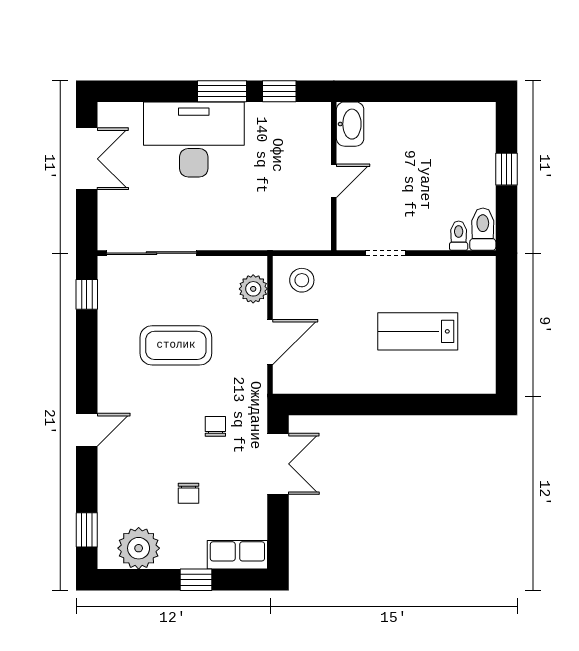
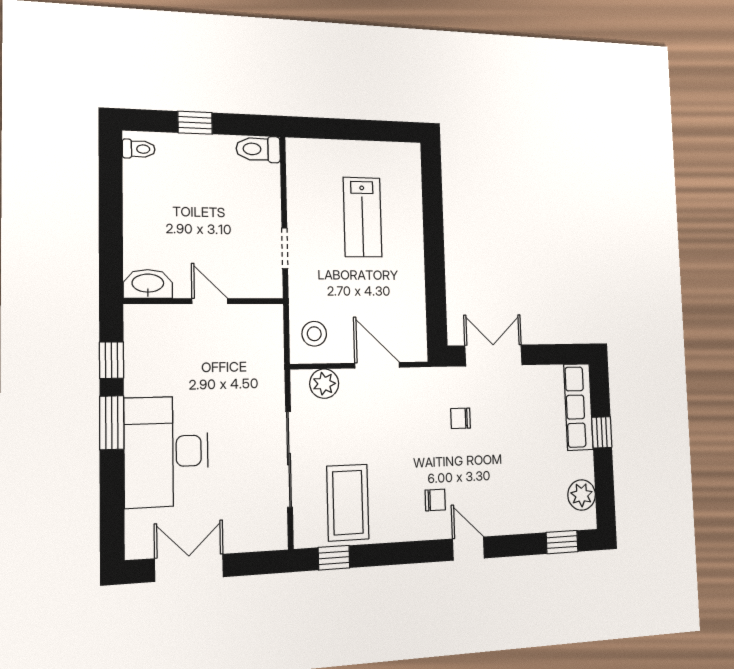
toilet: (459, 236) -> (139, 149), moved, turned 180
sliding door: (151, 253) -> (289, 459), moved
coffee table: (176, 345) -> (348, 503), moved
chair: (189, 493) -> (435, 500), moved
plant: (139, 548) -> (582, 495), width x0.73, depth x0.73
row of seats: (237, 555) -> (578, 407), width x1.48

